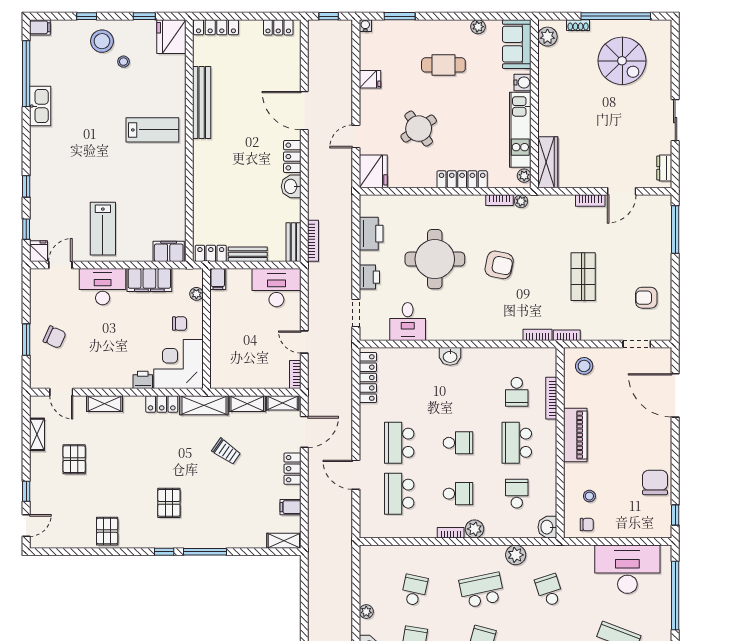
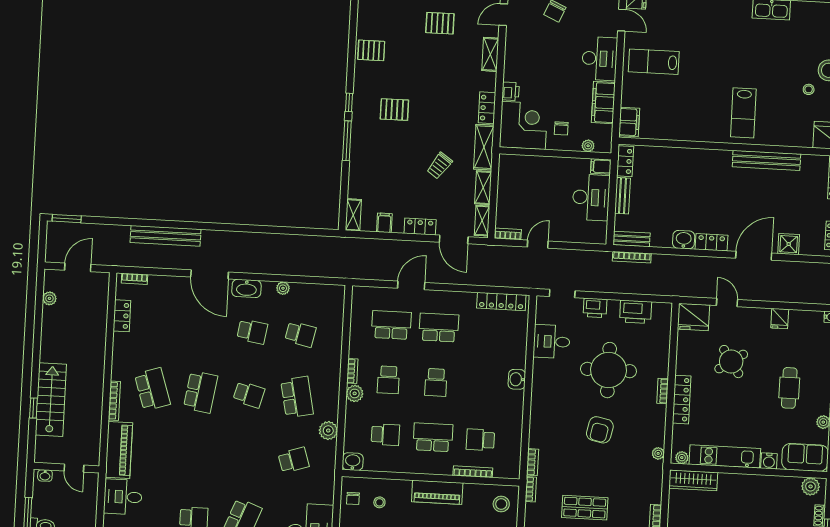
shower: (290, 74) -> (789, 244), added
bookcase: (500, 200) -> (663, 391), moved
desk: (276, 288) -> (591, 197), moved

